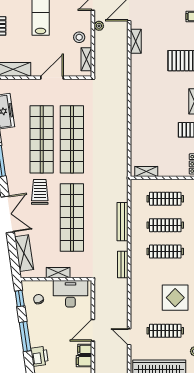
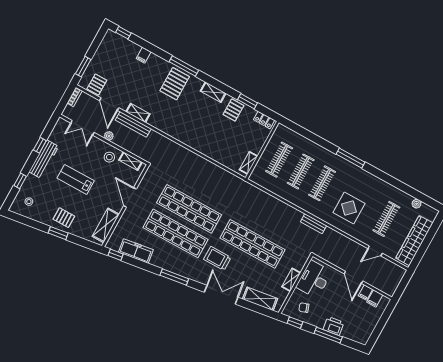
bench: (122, 222) -> (133, 124), moved
display table: (175, 298) -> (349, 208), moved
printer: (40, 356) -> (333, 326), moved

